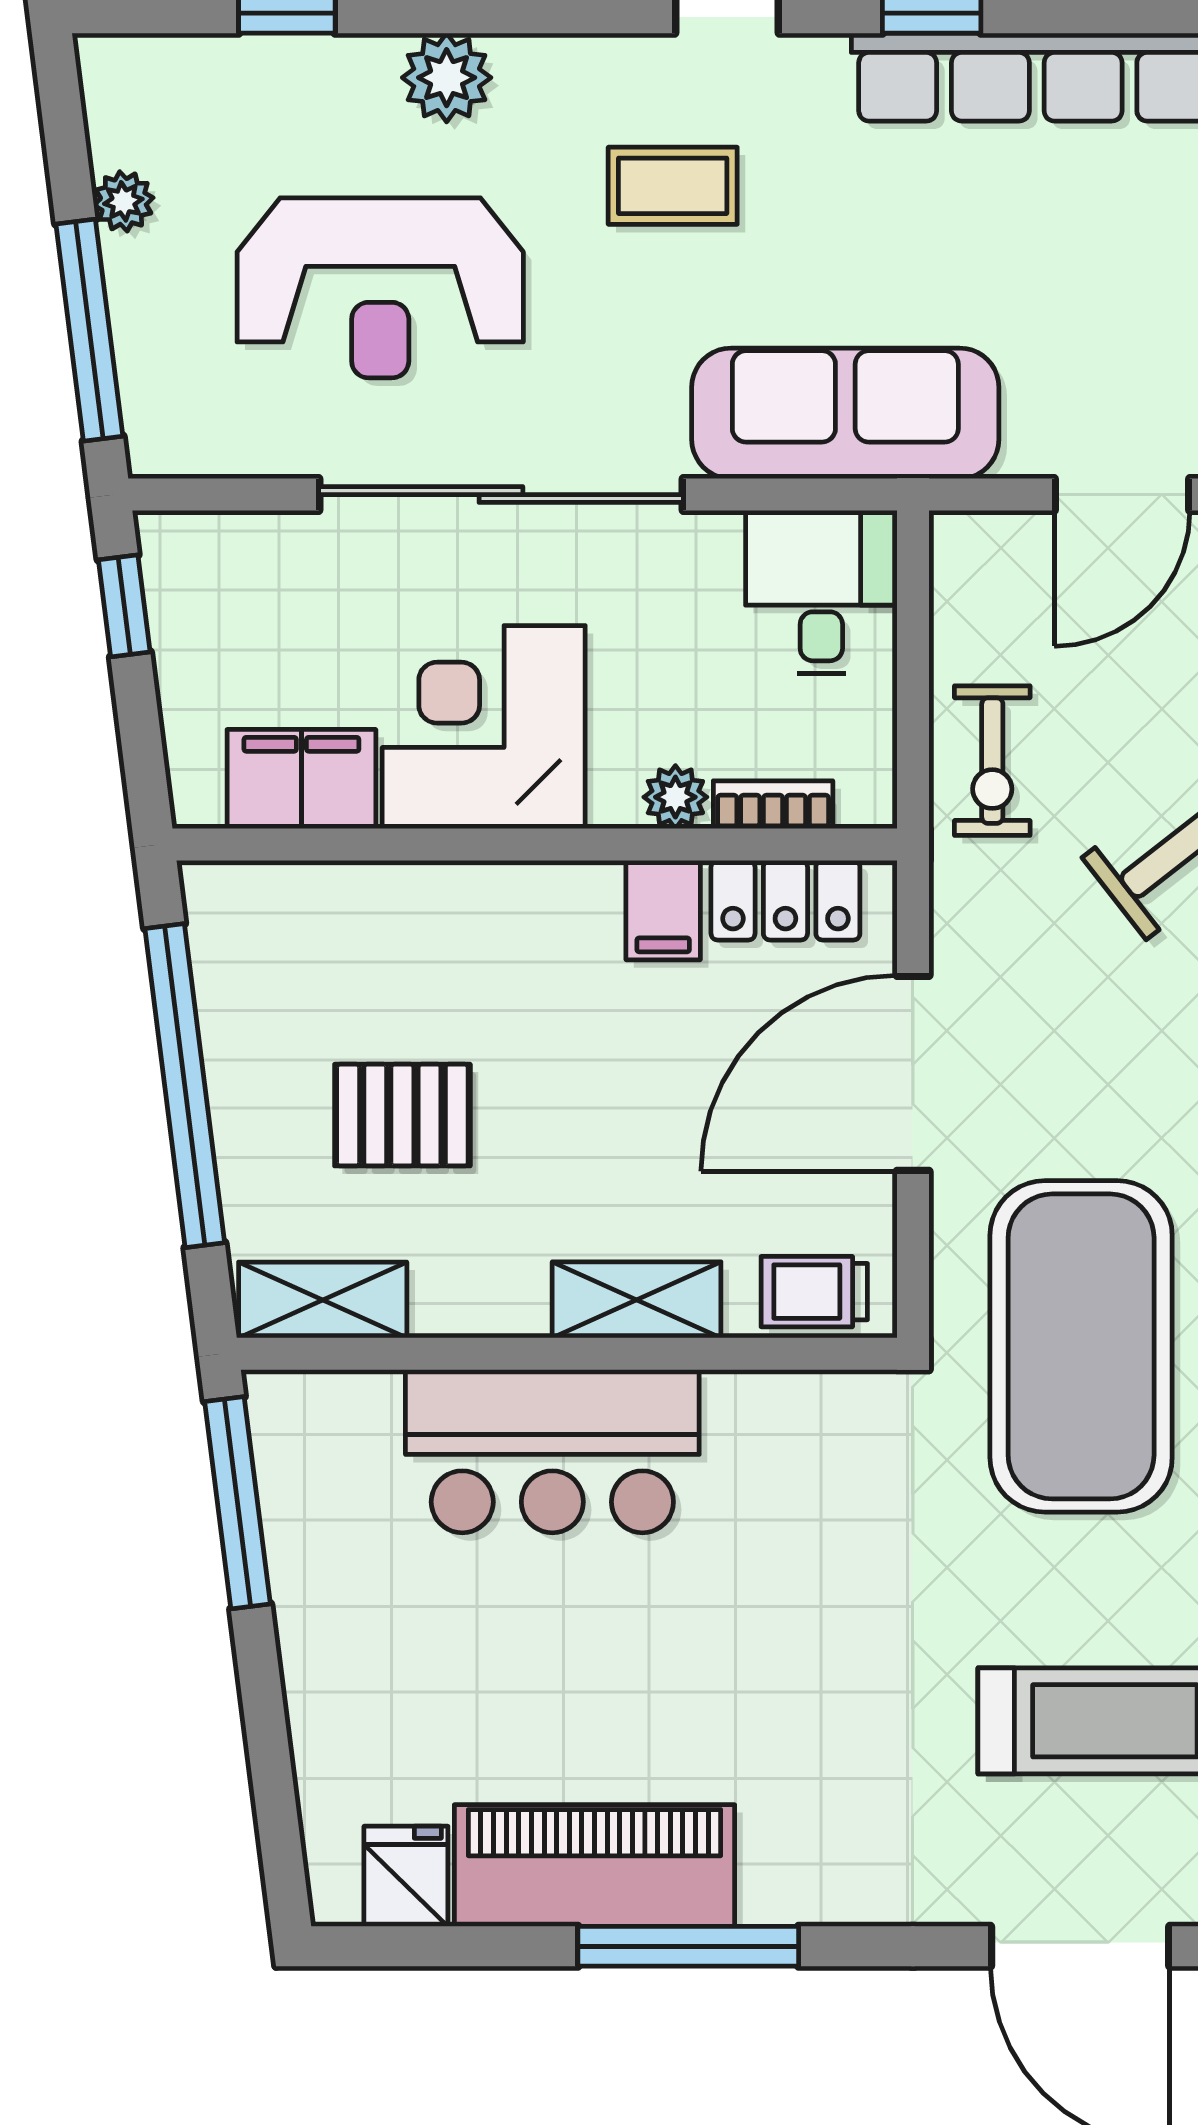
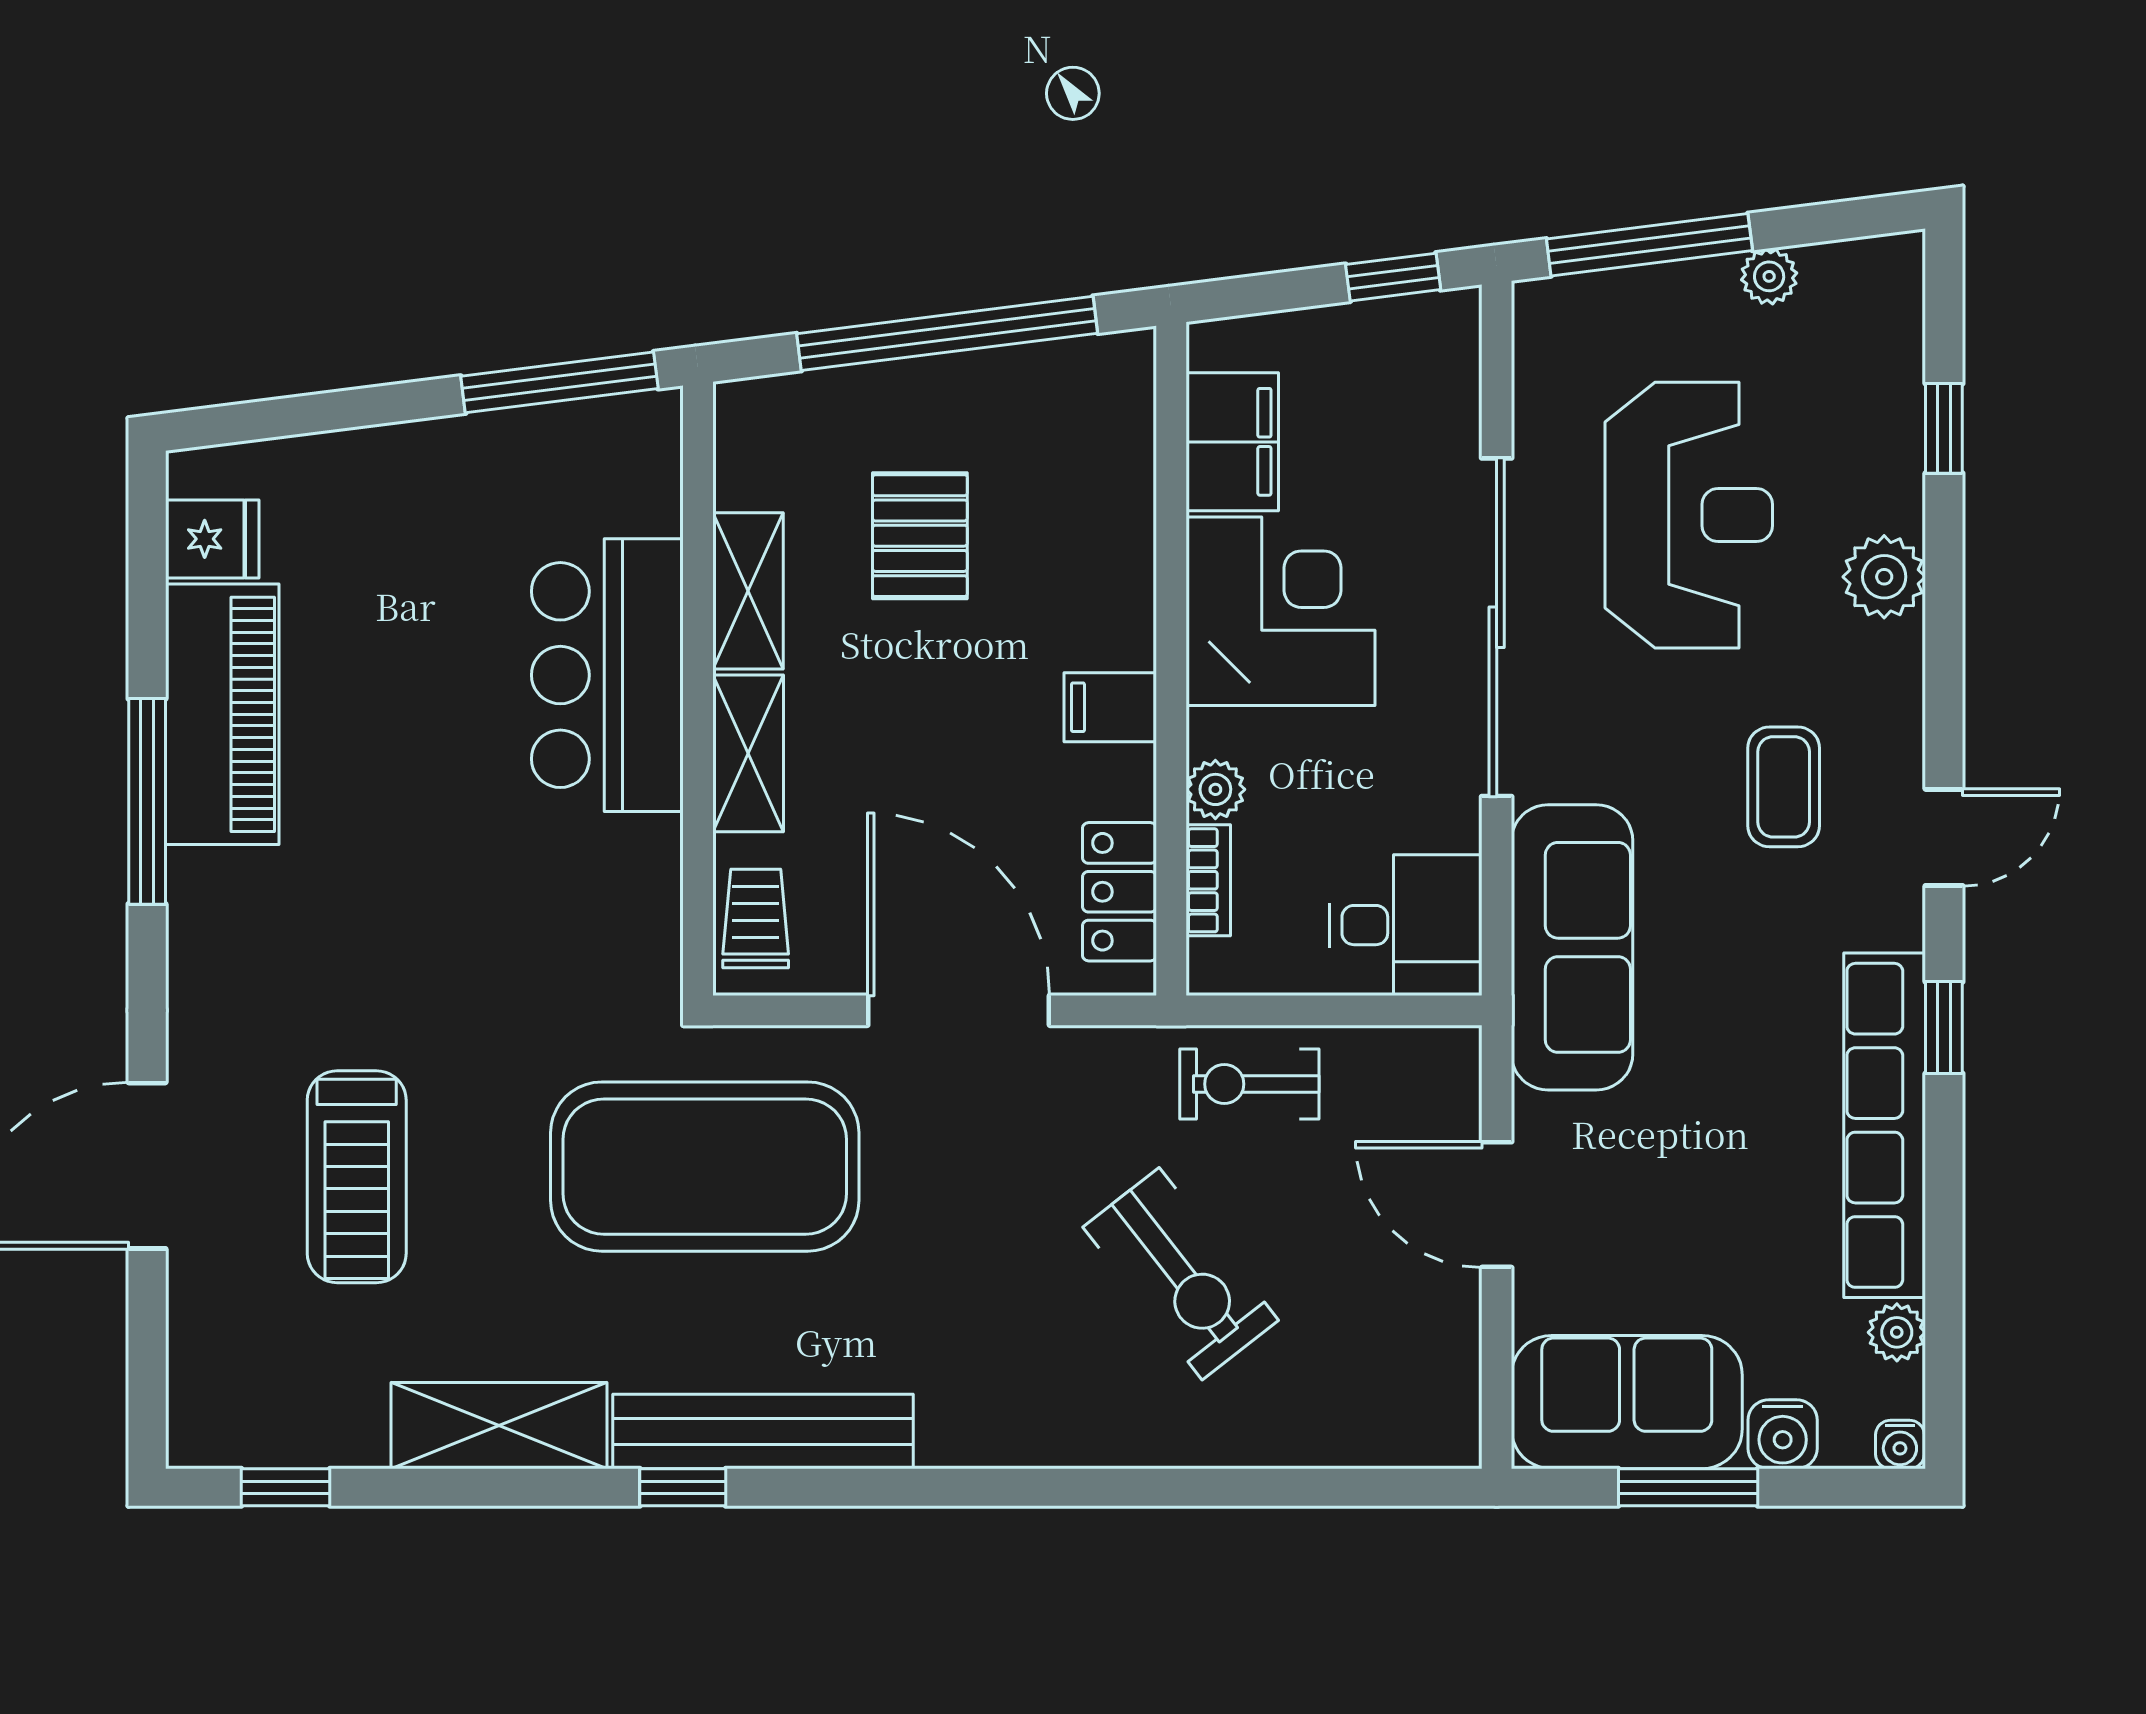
reception desk: (380, 288) -> (1689, 515), turned 180
filing cabinet: (663, 910) -> (1110, 707), moved
shelving: (323, 1300) -> (748, 591), moved

